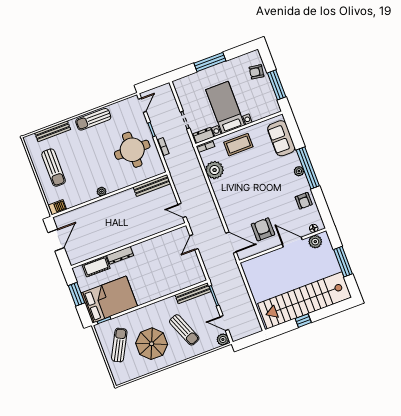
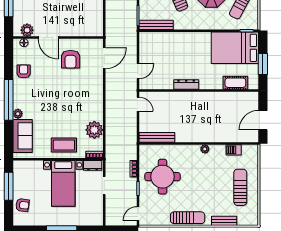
bench: (53, 131) -> (224, 221), width x0.73
plant: (299, 171) -> (18, 114), moved
barbecue: (57, 207) -> (234, 150), moved
door: (231, 243) -> (104, 58), swing flipped
dresser: (120, 255) -> (186, 85), moved

